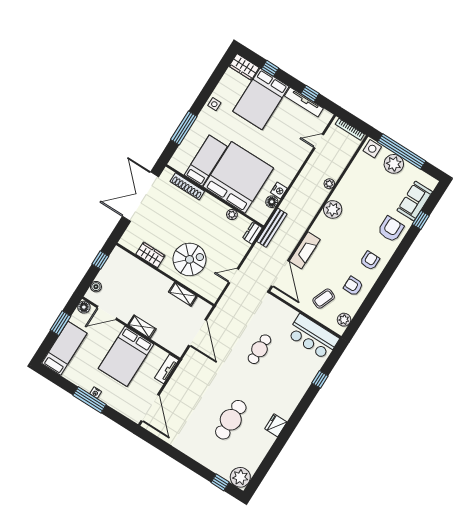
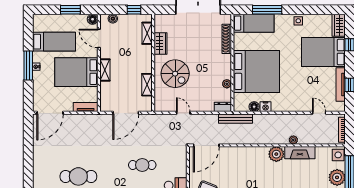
bed: (206, 161) -> (254, 23), moved
fireplace: (305, 250) -> (300, 153), moved
shelving: (132, 262) -> (147, 33), added
bed: (64, 348) -> (54, 42), moved

